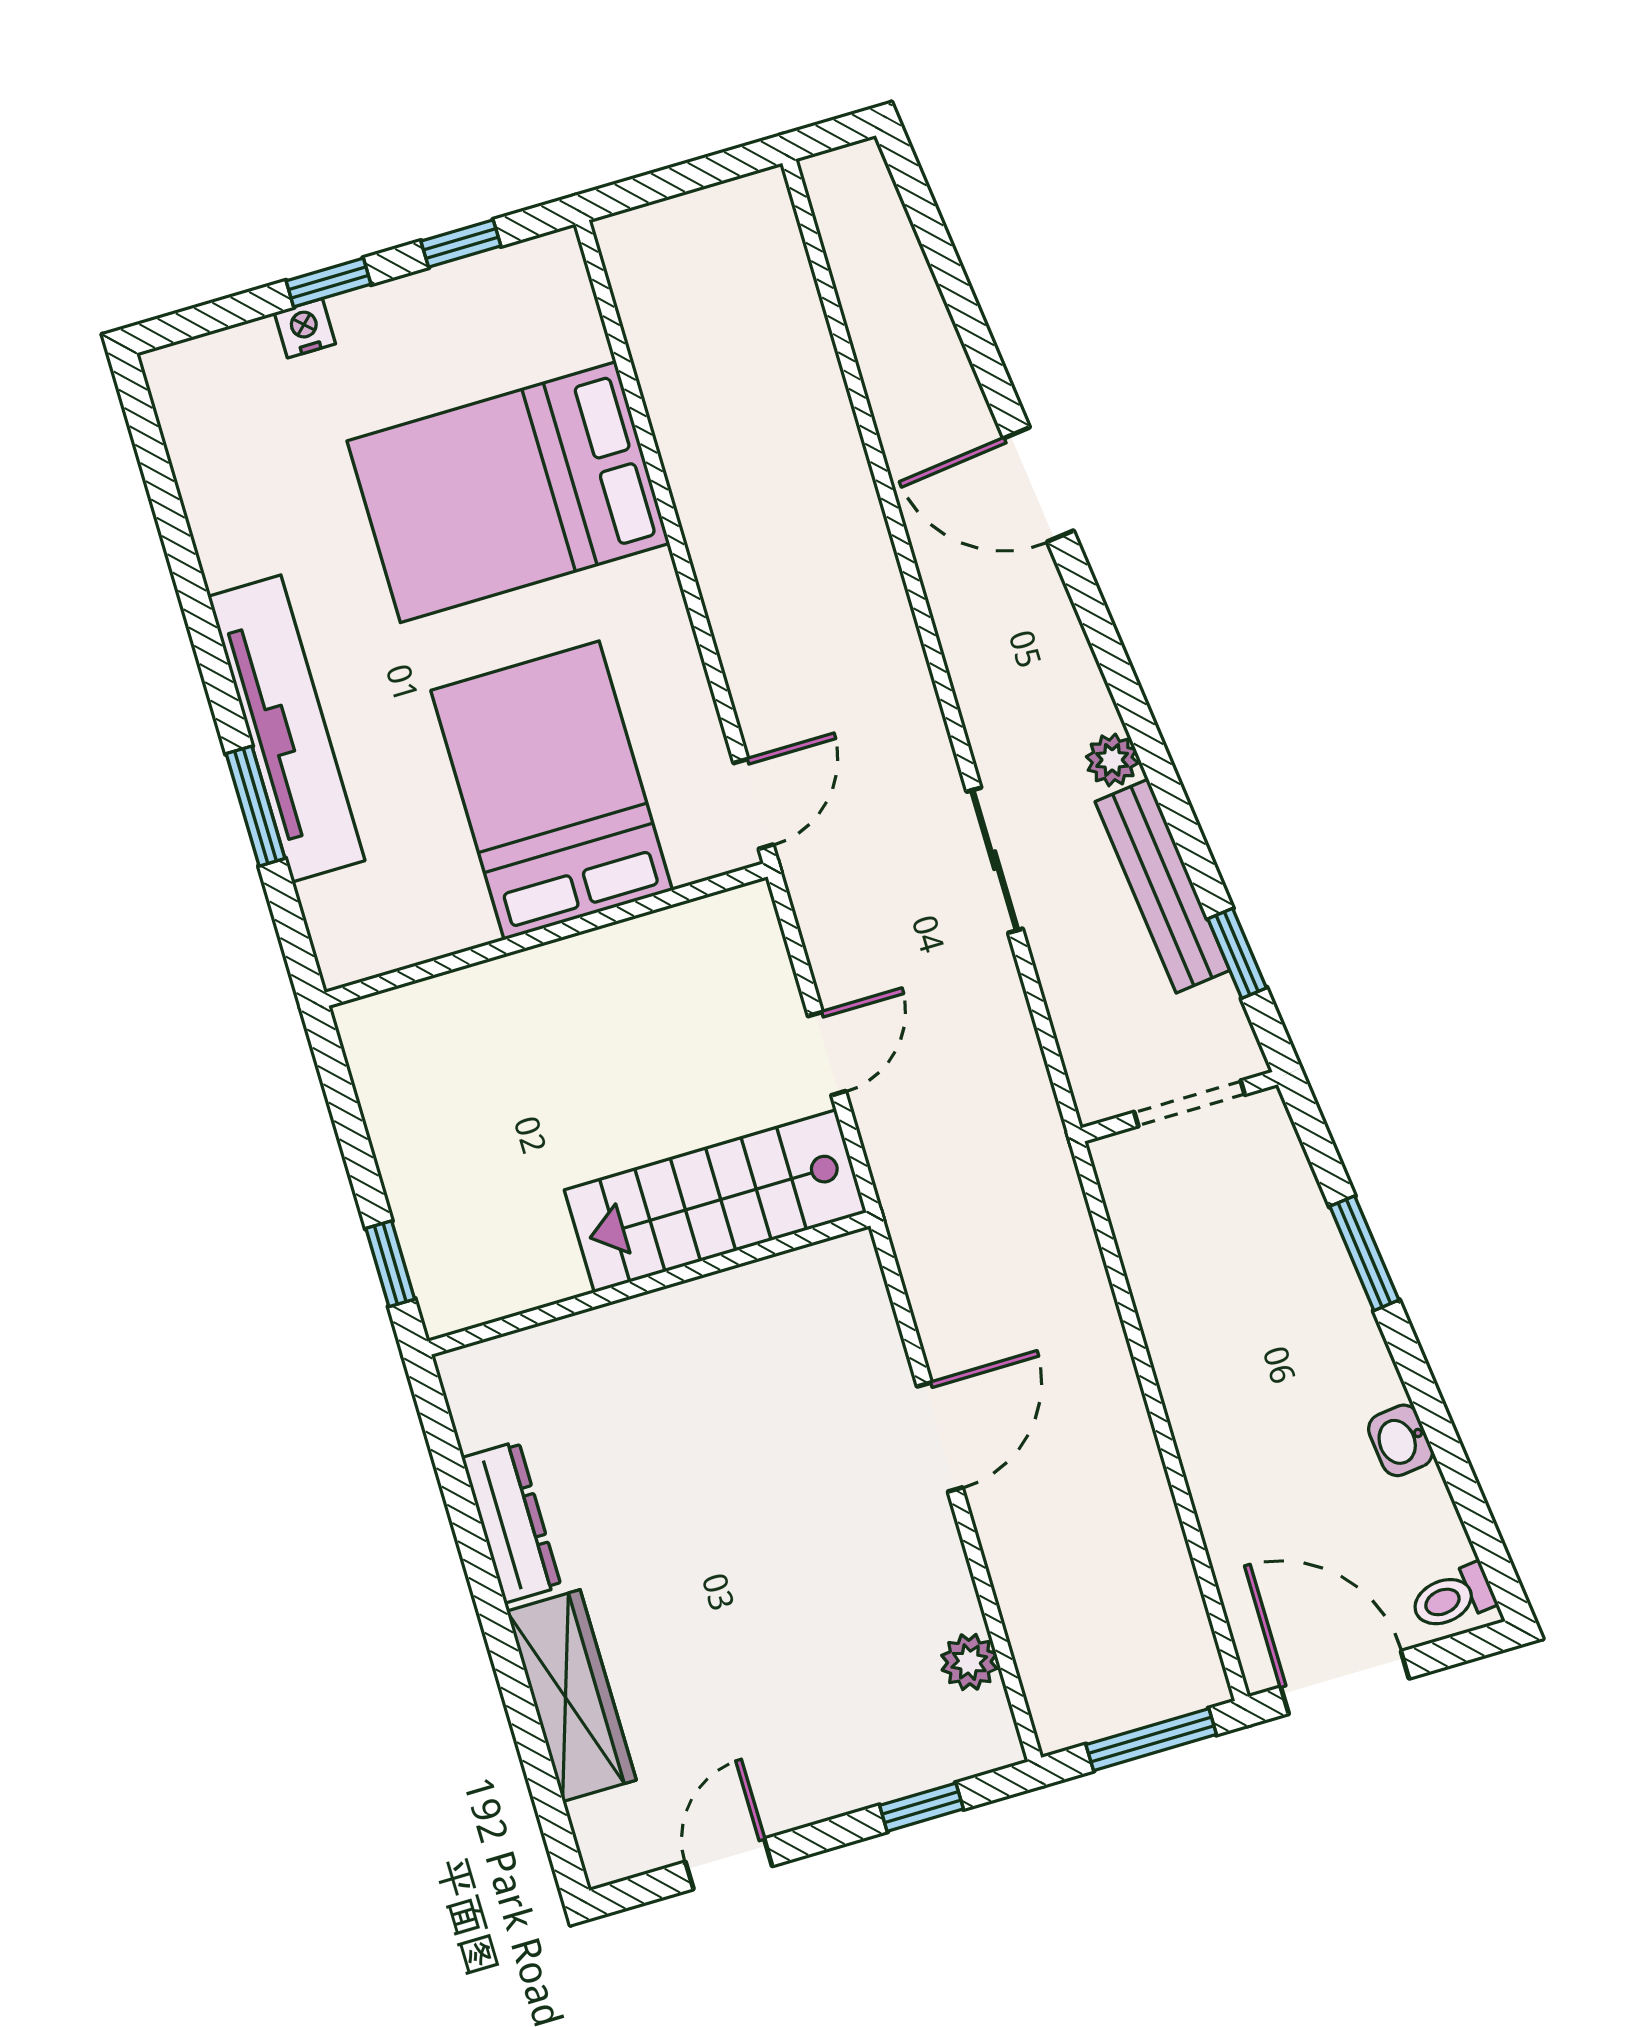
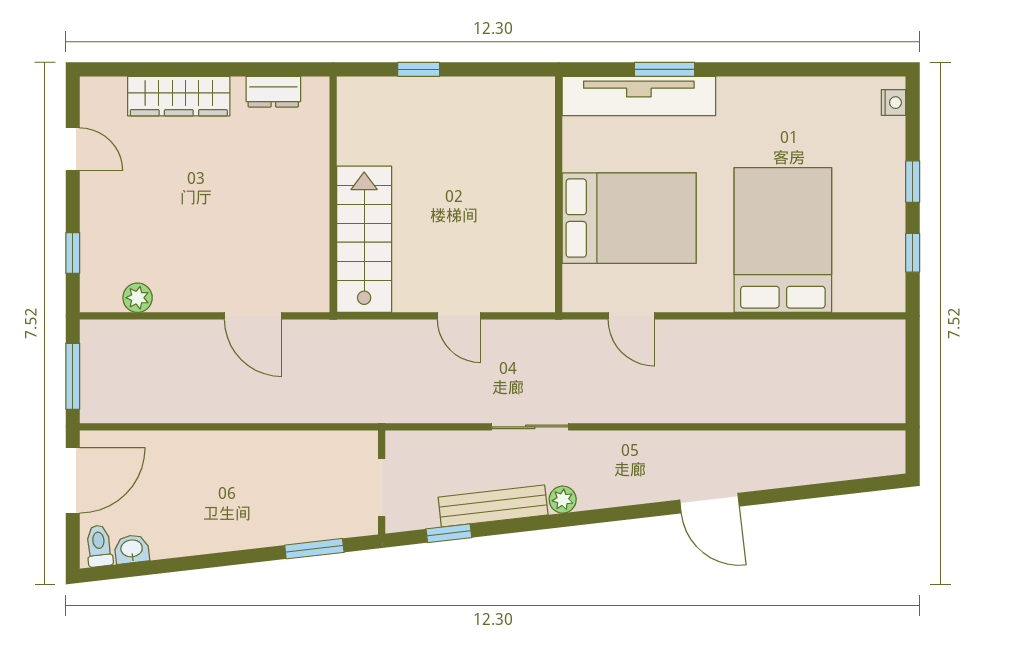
nightstand: (305, 328) -> (894, 103), moved
door: (1038, 484) -> (710, 503), swing flipped
tv unit: (286, 728) -> (639, 96), moved
door: (753, 804) -> (631, 316), moved
stairs: (715, 1201) -> (364, 239), moved
window: (1364, 1253) -> (314, 549), moved
wall: (649, 1284) -> (333, 194), moved
washbasin: (1401, 1440) -> (132, 549), moved
dresser: (511, 1522) -> (273, 92), width x0.70

